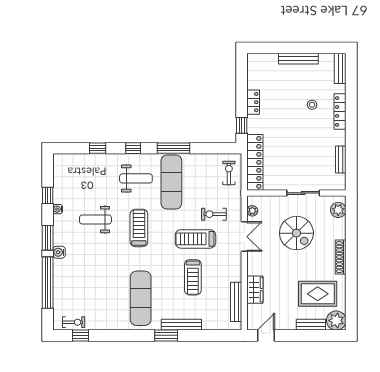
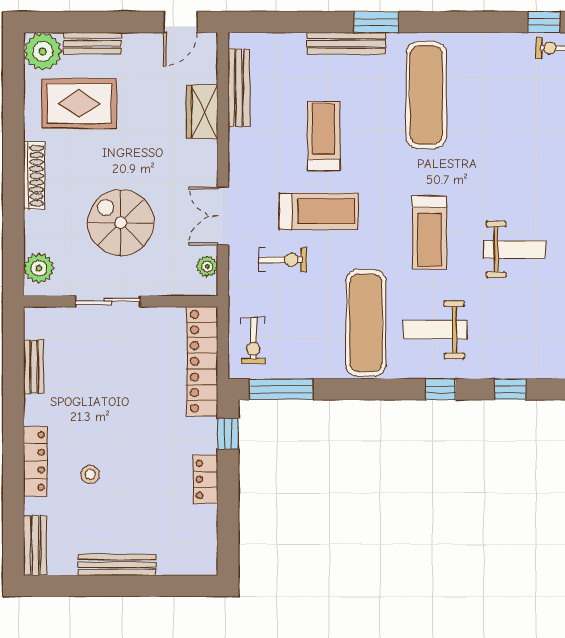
window: (173, 148) -> (281, 389), moved

